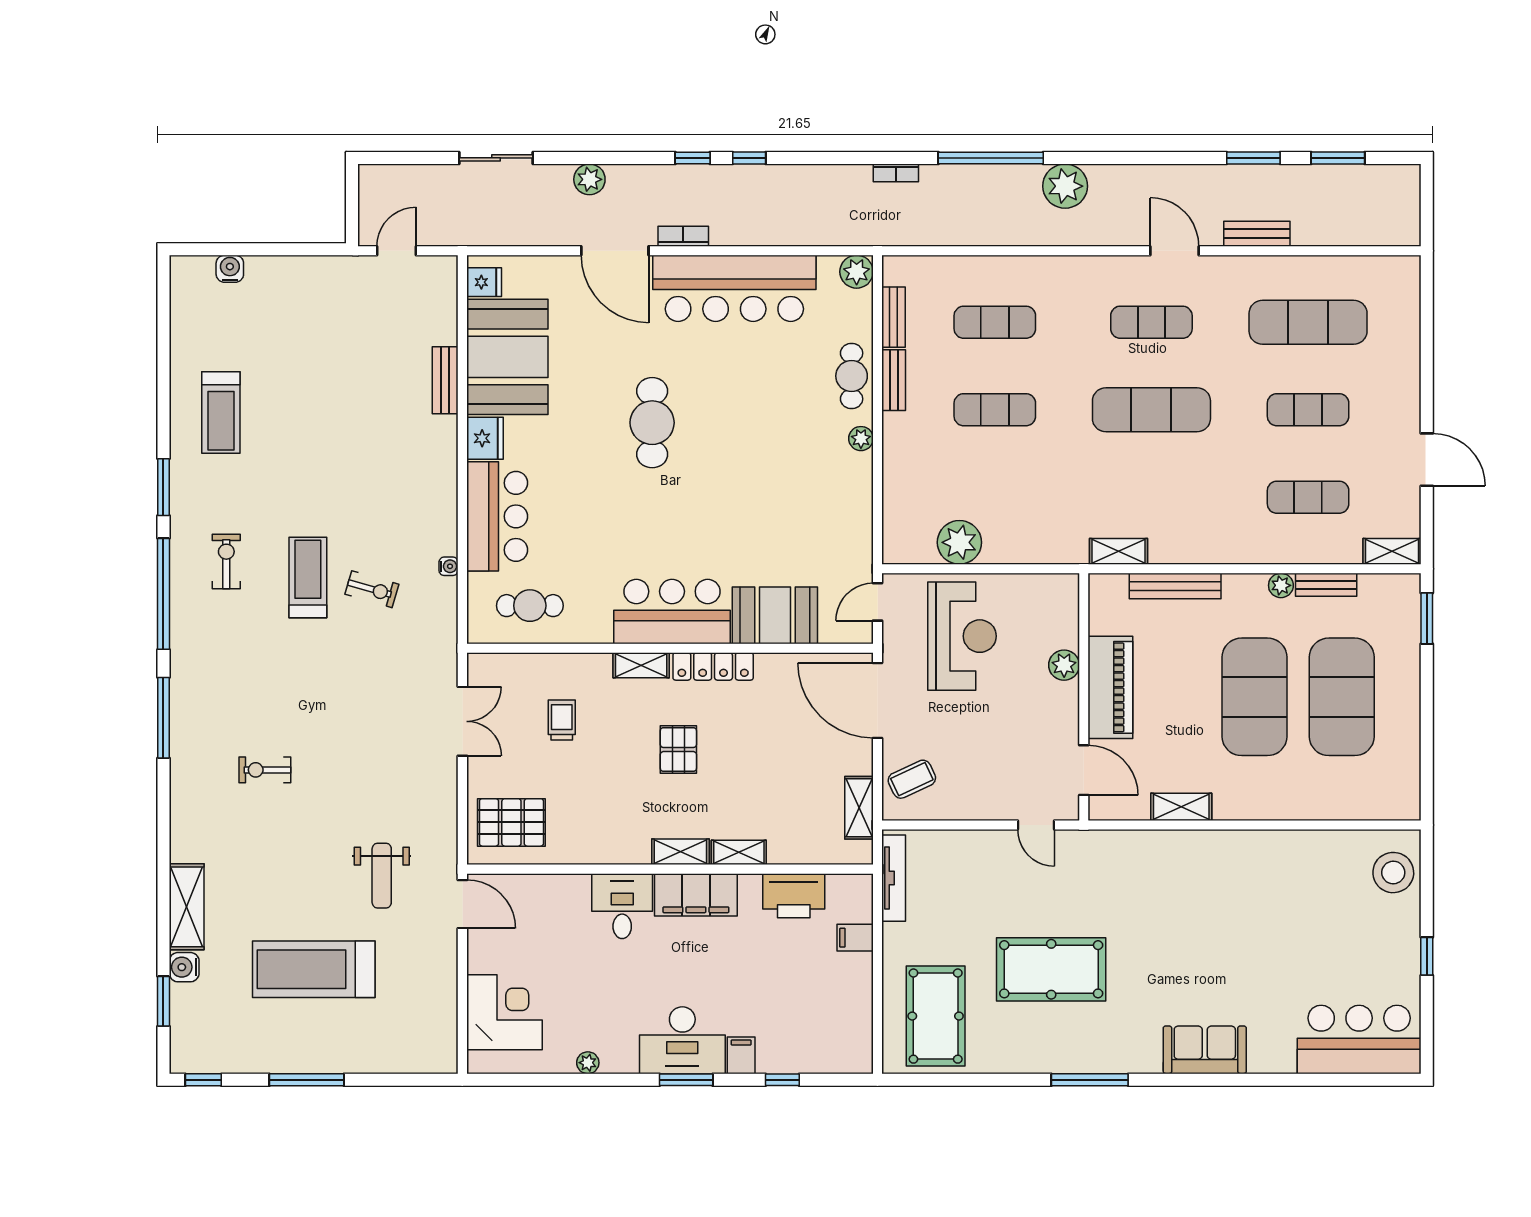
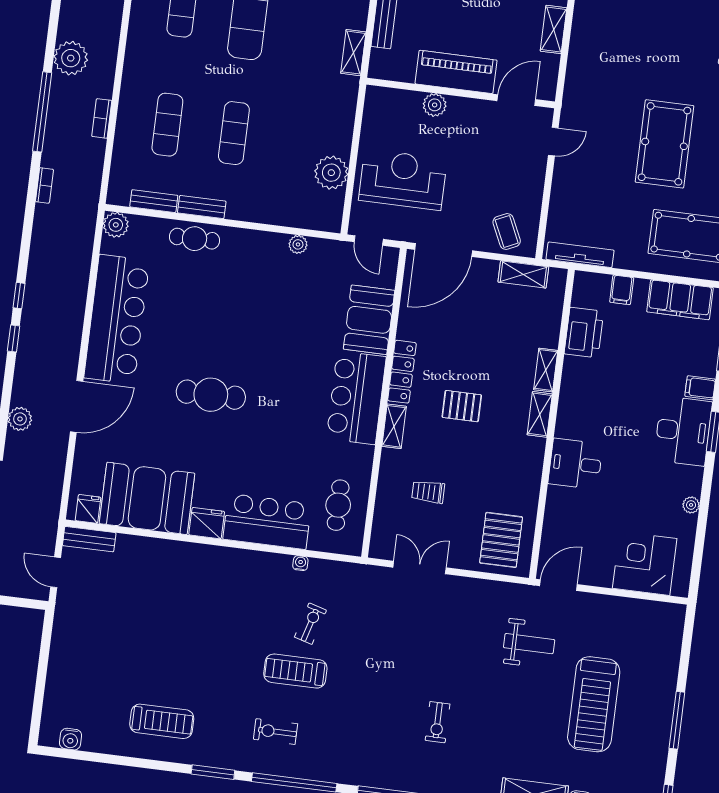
bookcase: (683, 236) -> (102, 118), moved
water cooler: (230, 269) -> (70, 739), moved, turned -90
bench: (445, 380) -> (89, 539), moved
plant: (861, 439) -> (298, 244), moved
filing cabinet: (696, 895) -> (680, 300), moved, turned 90

